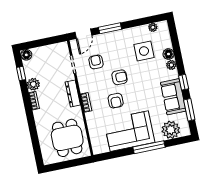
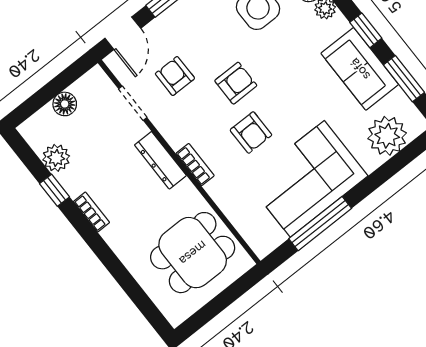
floor lamp: (26, 55) -> (65, 104), moved
window: (21, 74) -> (54, 190), moved
plant: (33, 84) -> (56, 158), moved
dining table: (67, 138) -> (193, 253), turned 90
window: (149, 147) -> (320, 224), moved

